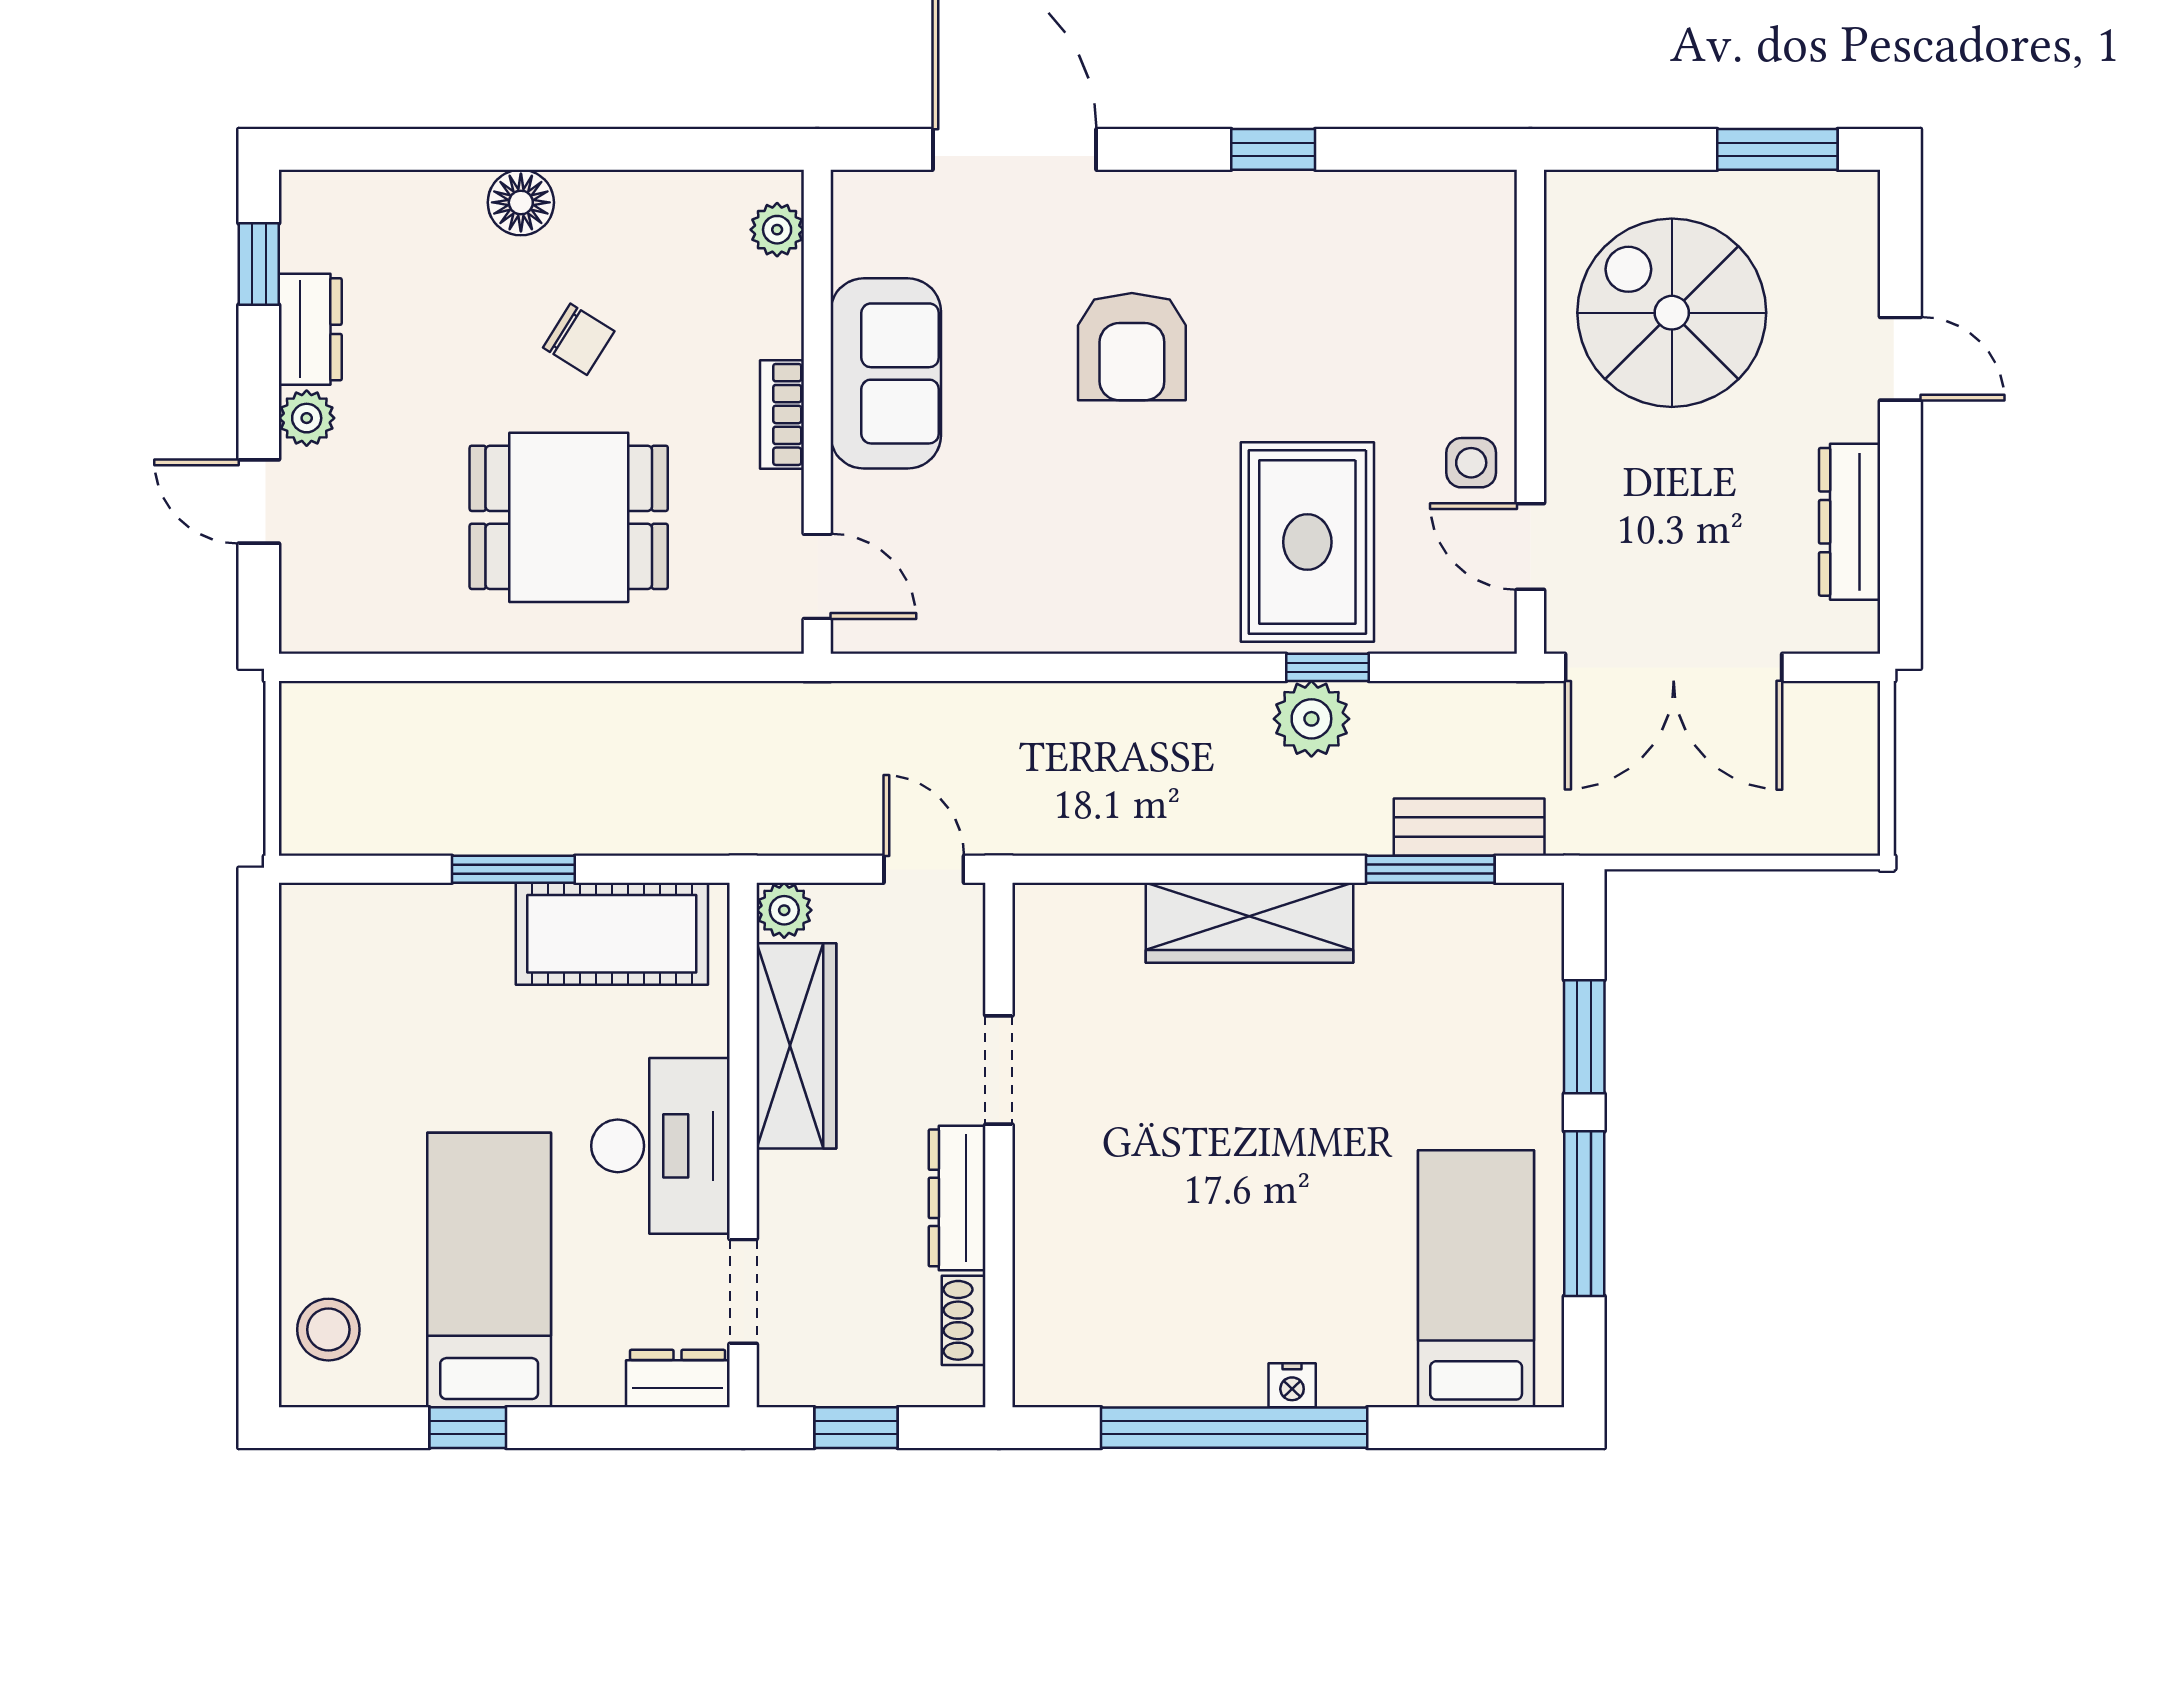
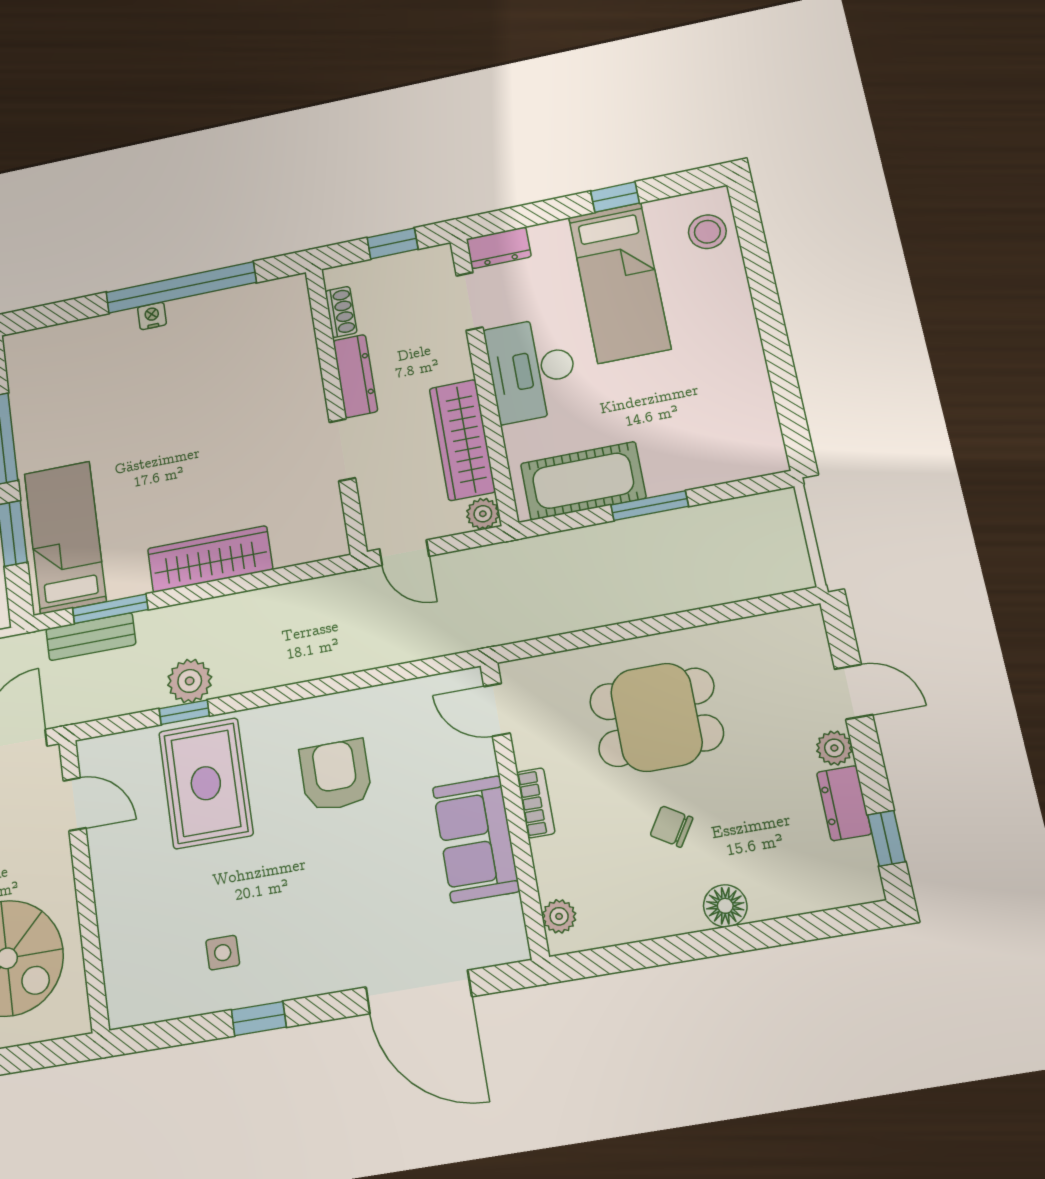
armchair: (1132, 347) -> (336, 775), moved
side table: (1471, 463) -> (223, 953), moved
bed: (1476, 1279) -> (65, 537), moved, turned 180

